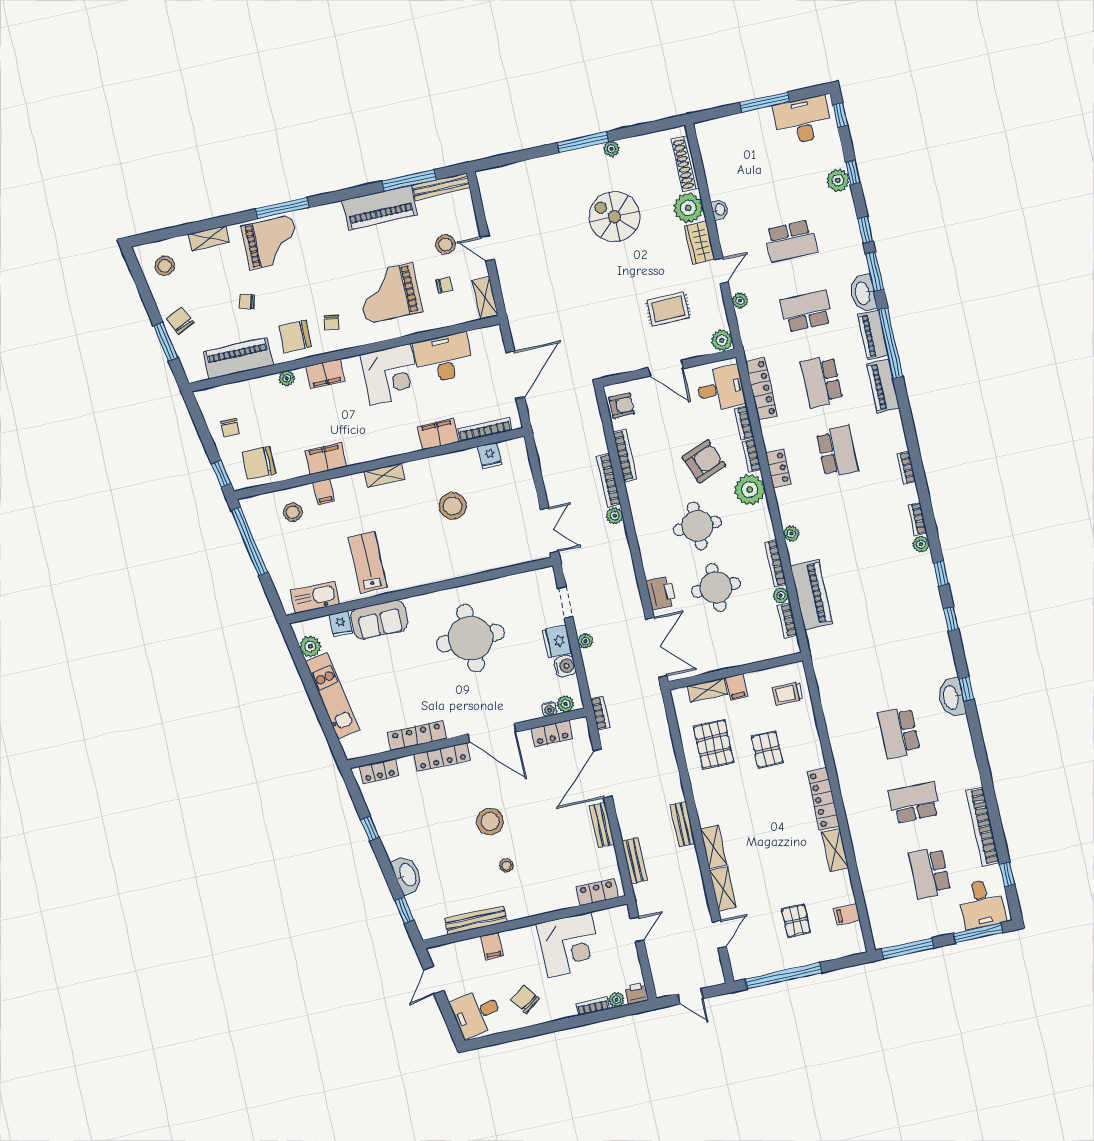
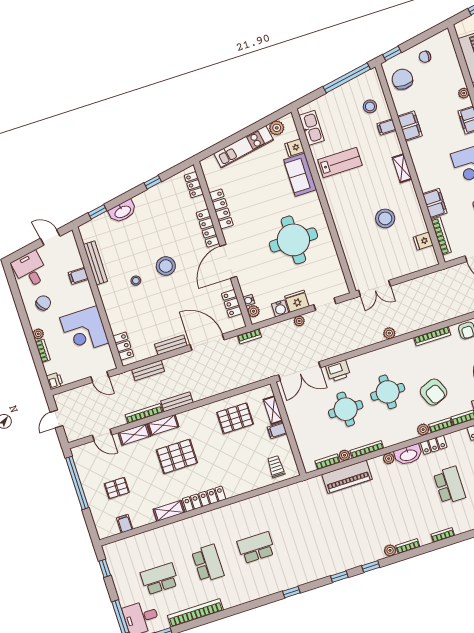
school desk: (837, 452) -> (449, 485), turned -90
bookcase: (609, 480) -> (144, 414), moved
plant: (750, 490) -> (423, 430), width x0.53, depth x0.53
washbasin: (951, 697) -> (408, 455), moved, turned 180
pallet: (767, 750) -> (177, 456), moved, width x1.50, depth x1.42
window: (907, 949) -> (105, 568), width x0.46
plant: (616, 1000) -> (38, 334), moved

